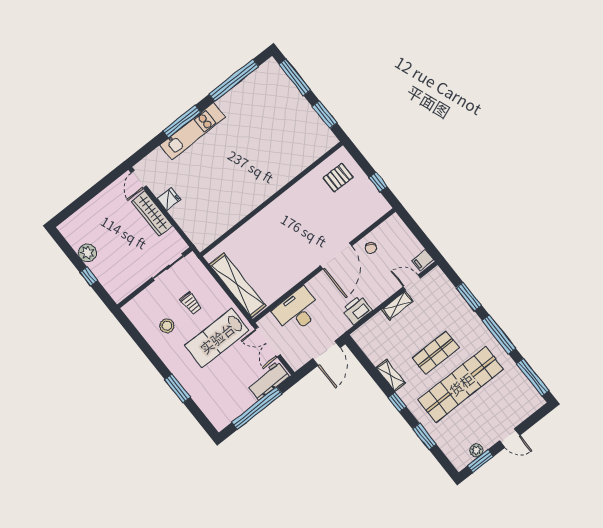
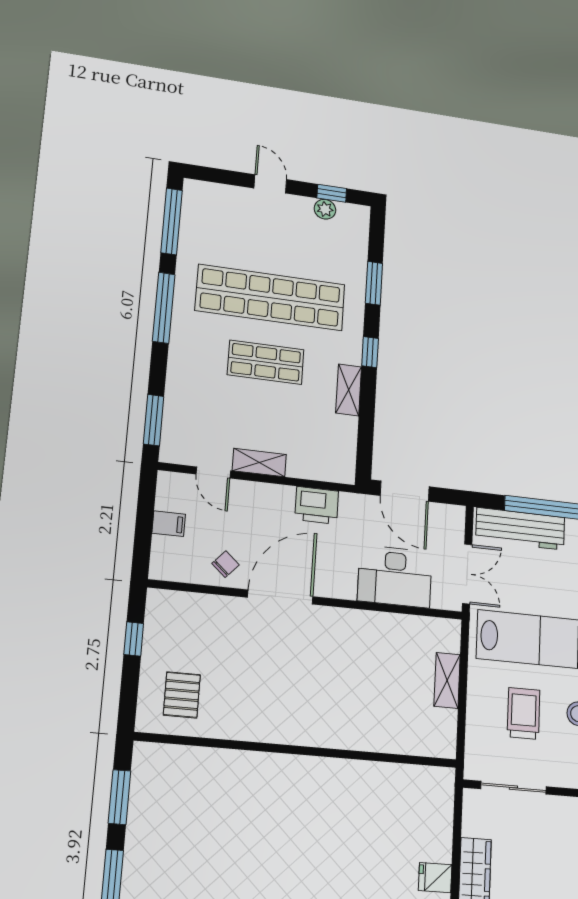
pallet: (338, 178) -> (182, 695), turned 90
filing cabinet: (423, 260) -> (169, 524), moved
shelving: (238, 285) -> (447, 680), width x0.45, depth x0.75
window: (469, 297) -> (154, 420), moved
trolley: (191, 303) -> (524, 713), width x1.36, depth x1.39
door: (326, 353) -> (405, 491), swing flipped
workbench: (268, 381) -> (520, 529), width x1.38
window: (480, 461) -> (332, 193), width x0.67

